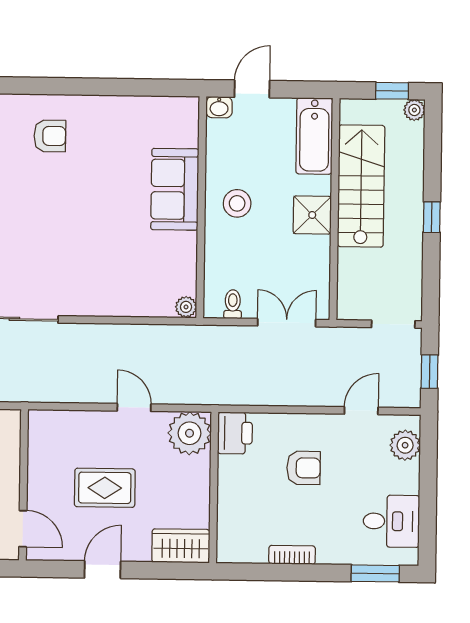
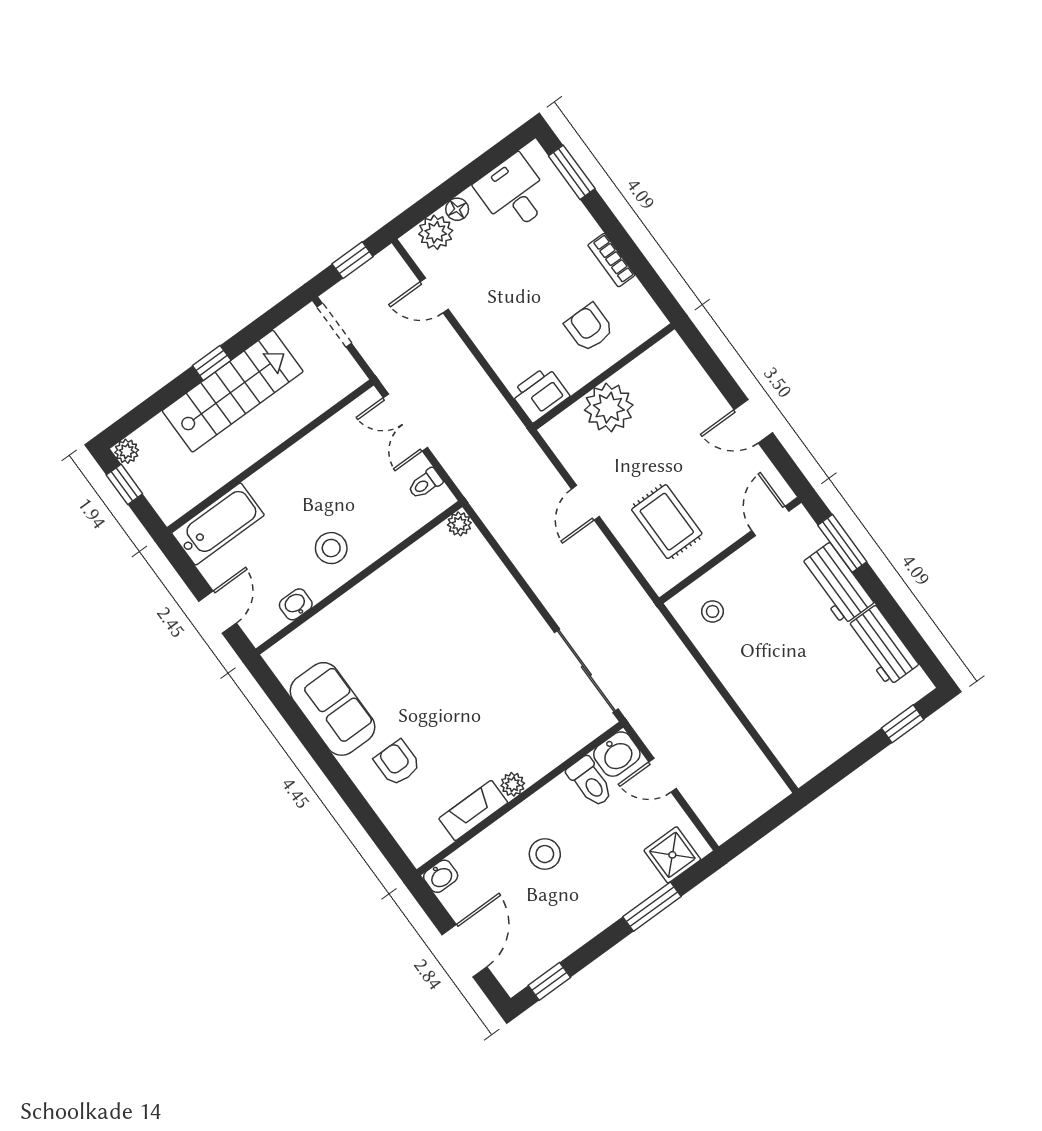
door: (252, 89) -> (218, 612), swing flipped
washbasin: (219, 107) -> (296, 604), moved, turned -90
stairs: (361, 186) -> (233, 391), moved, turned 180
sofa: (175, 189) -> (332, 709), moved, turned -90
shower: (312, 215) -> (291, 472), removed
plant: (189, 433) -> (609, 408), moved
armchair: (304, 468) -> (589, 328), moved
floor lamp: (410, 473) -> (457, 209), added
rug: (105, 488) -> (667, 522), moved
wardrobe: (181, 546) -> (679, 367), removed

